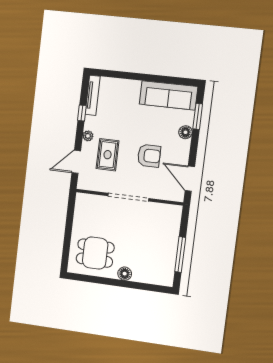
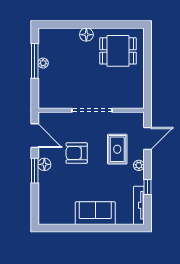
sofa: (168, 95) -> (95, 213), moved, width x0.73
window: (198, 116) -> (35, 171), moved
floor lamp: (185, 132) -> (44, 164), moved
plant: (172, 251) -> (43, 63), added

